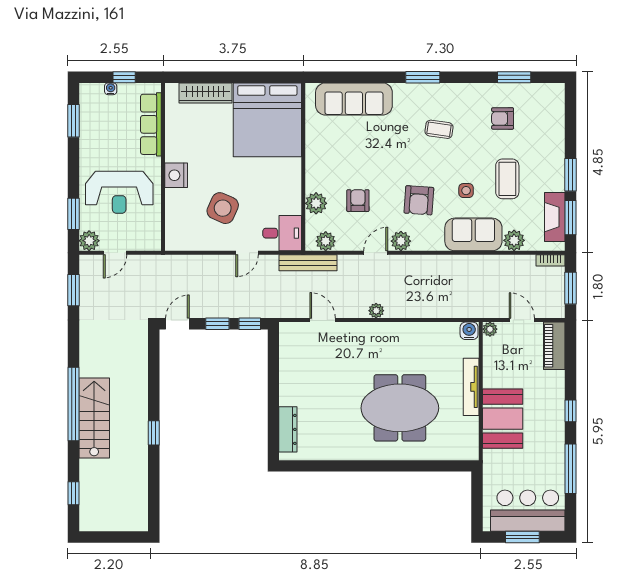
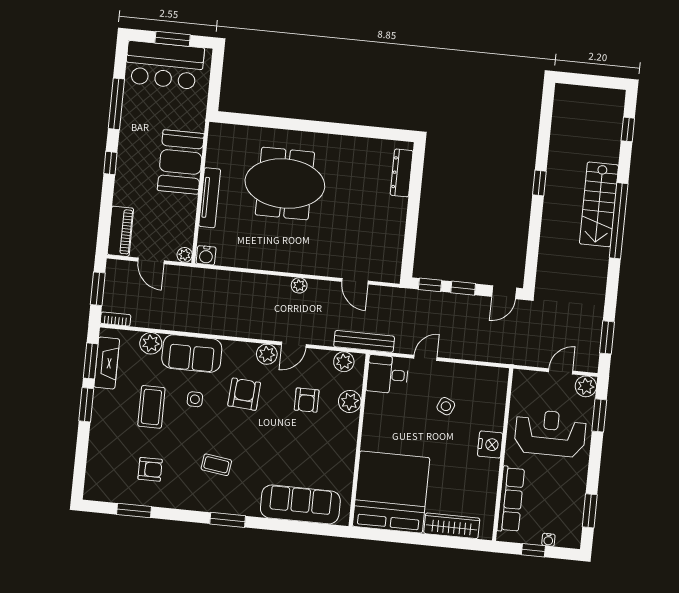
side table: (223, 208) -> (446, 406), width x0.54, depth x0.54

